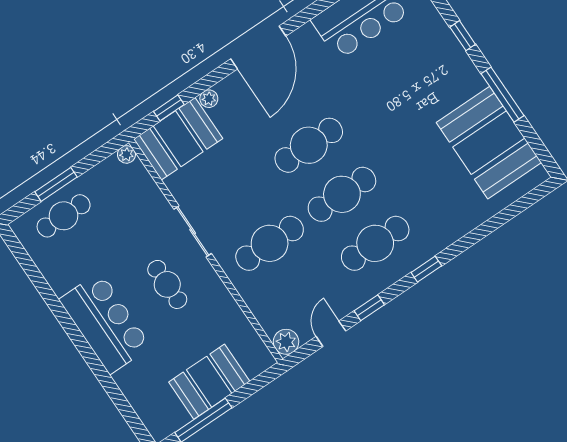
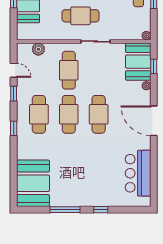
booth: (489, 143) -> (33, 183), moved, turned 90
cafe table: (167, 284) -> (81, 16), width x1.37, depth x1.35
plant: (286, 342) -> (38, 49), moved

